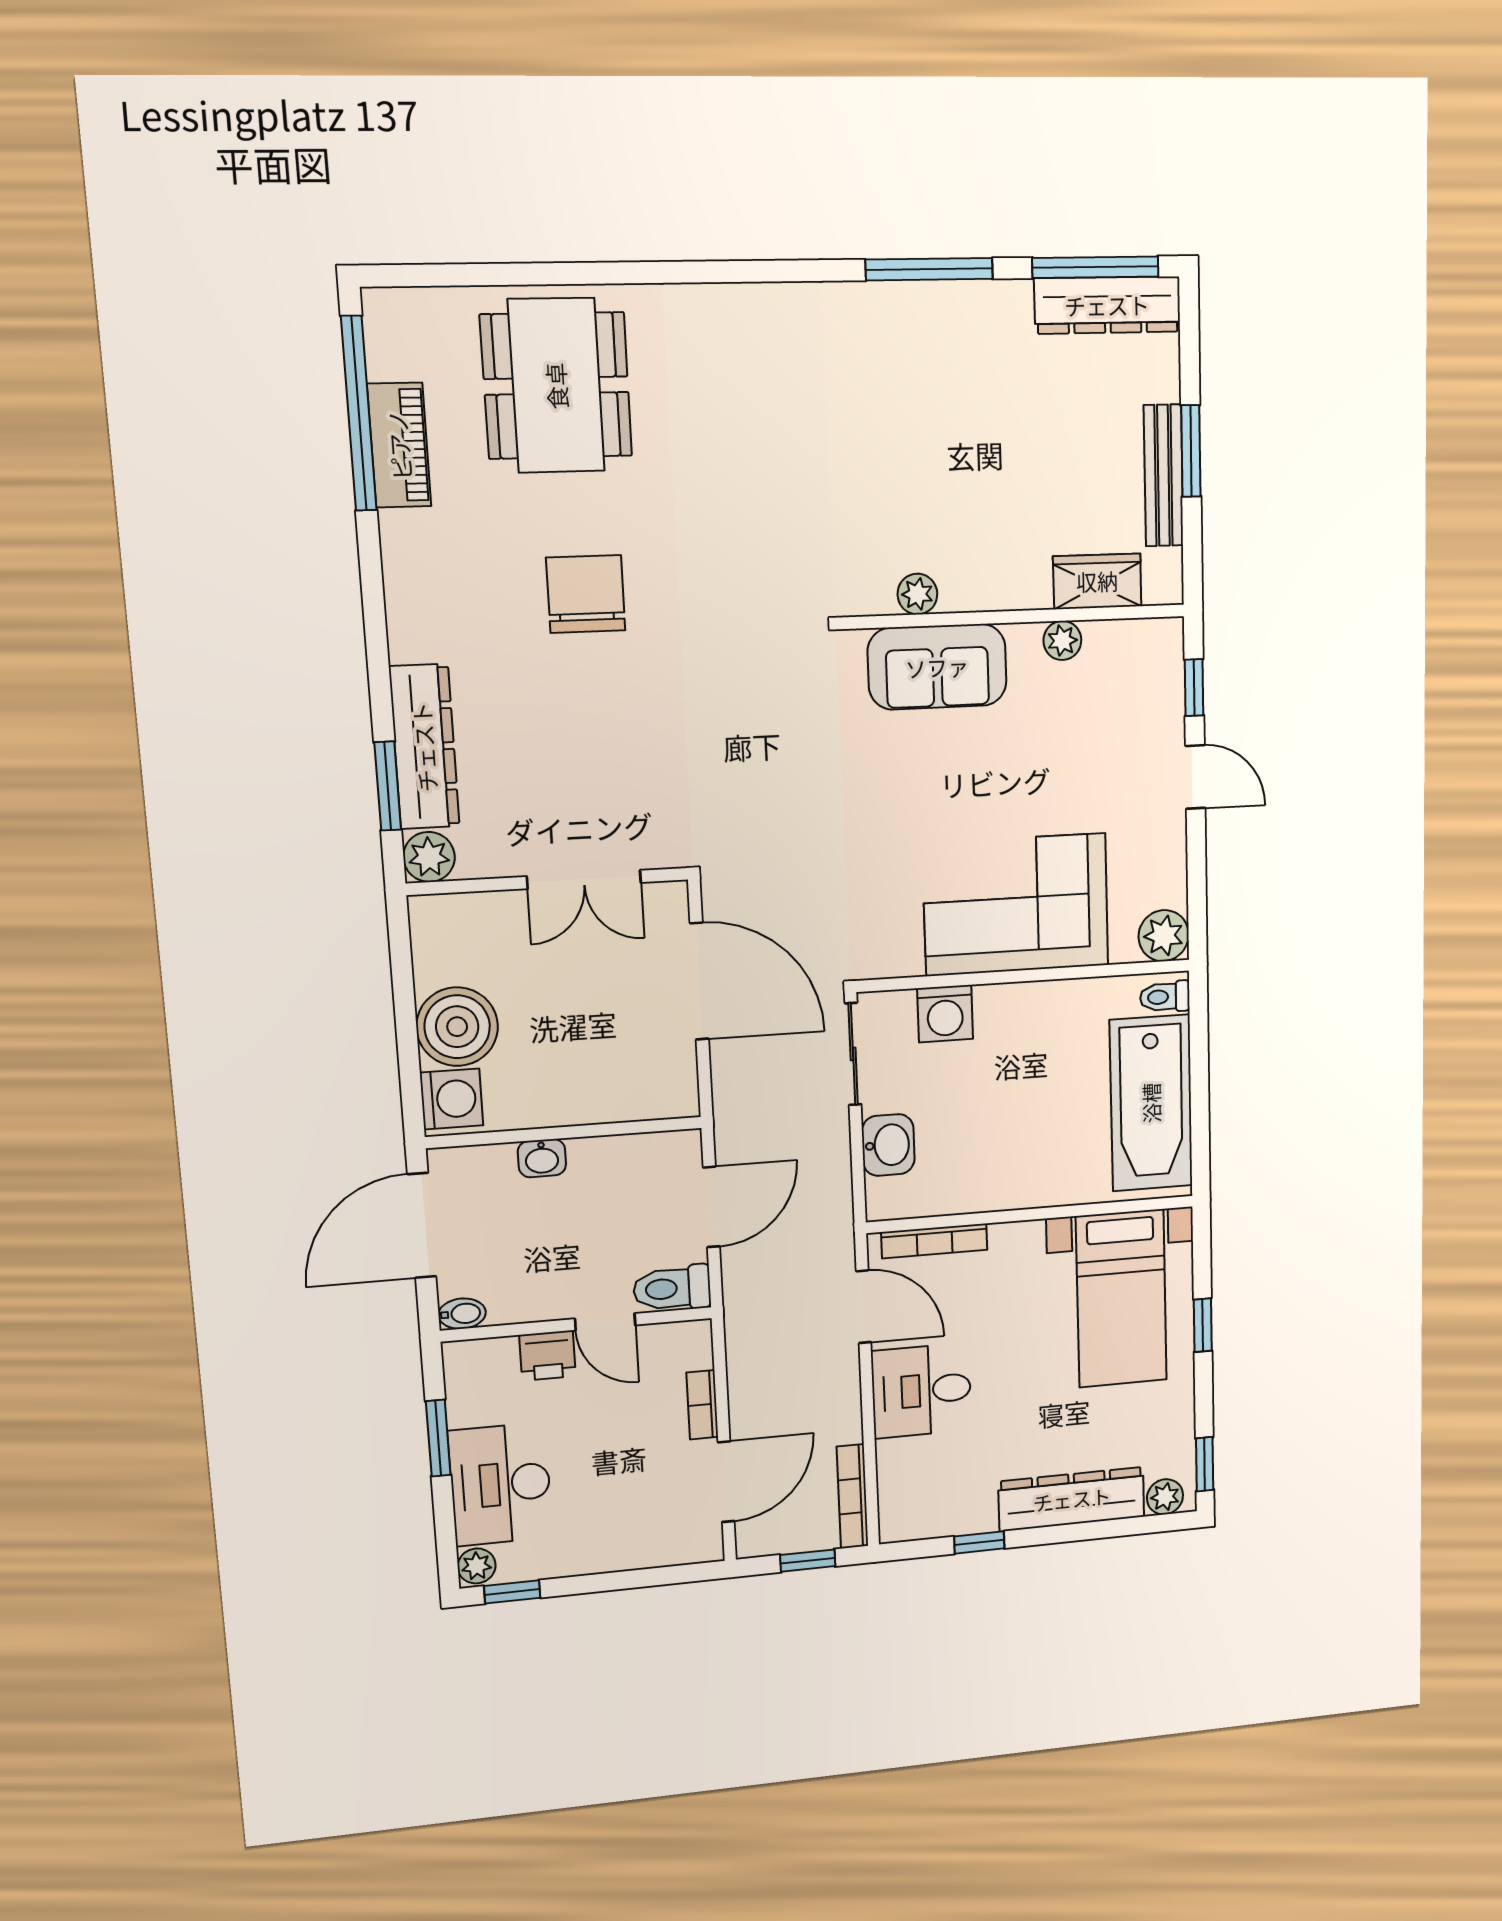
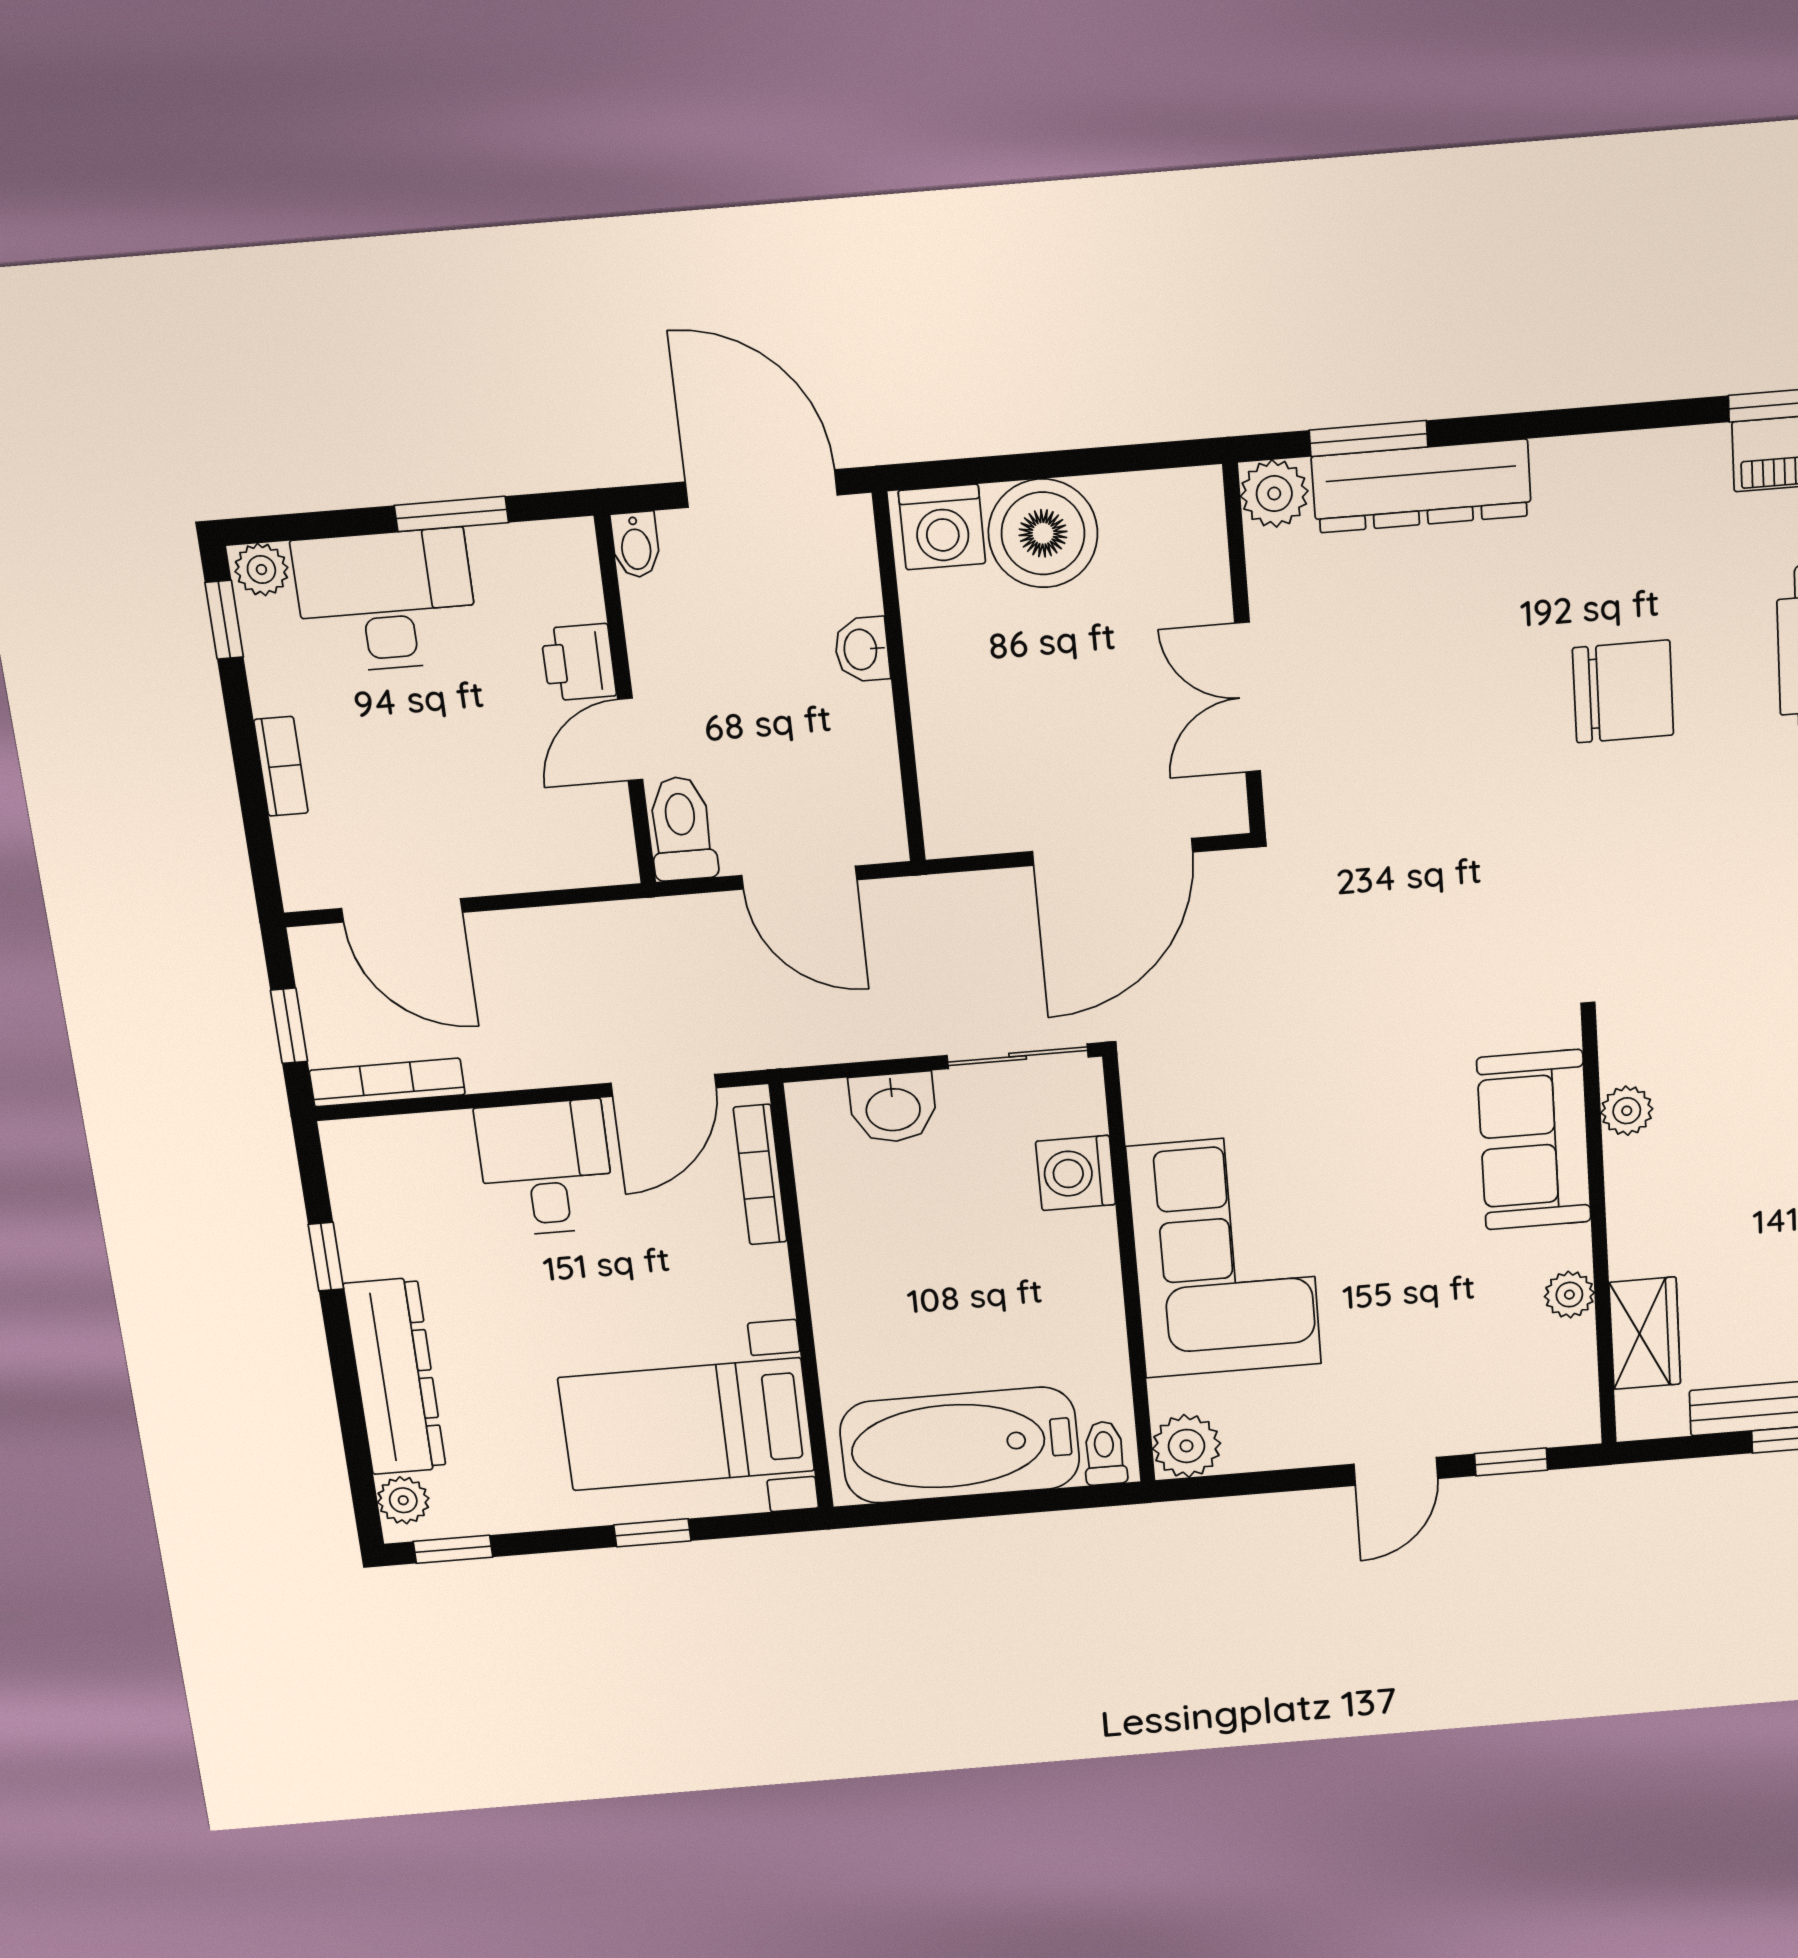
bookcase: (702, 1405) -> (281, 766), moved, turned 90

